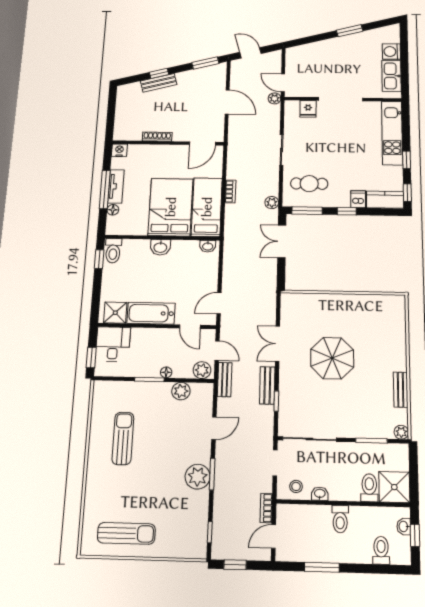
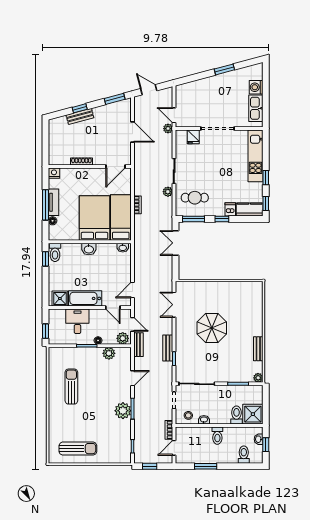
plant: (272, 203) -> (168, 192), moved
desk: (113, 344) -> (77, 321), moved
double door: (277, 344) -> (174, 305), moved

